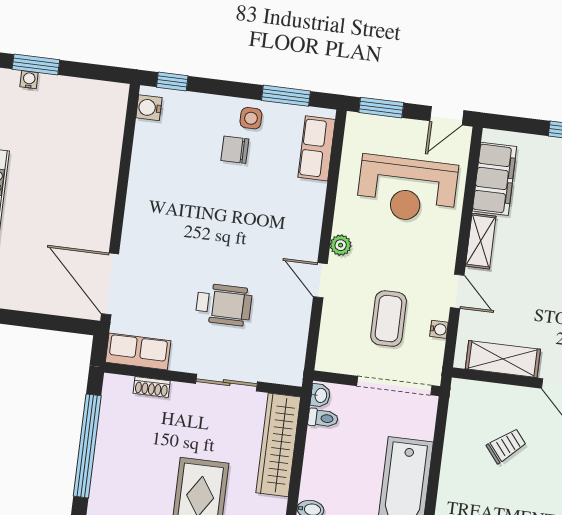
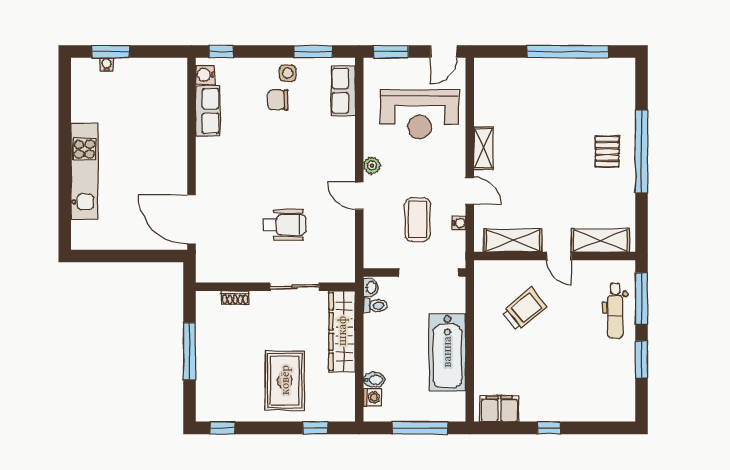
filing cabinet: (495, 179) -> (488, 97), removed
row of seats: (138, 351) -> (208, 111), moved, turned 90
window: (87, 446) -> (190, 351), width x0.68
trolley: (506, 446) -> (524, 309), width x1.36, depth x1.39

